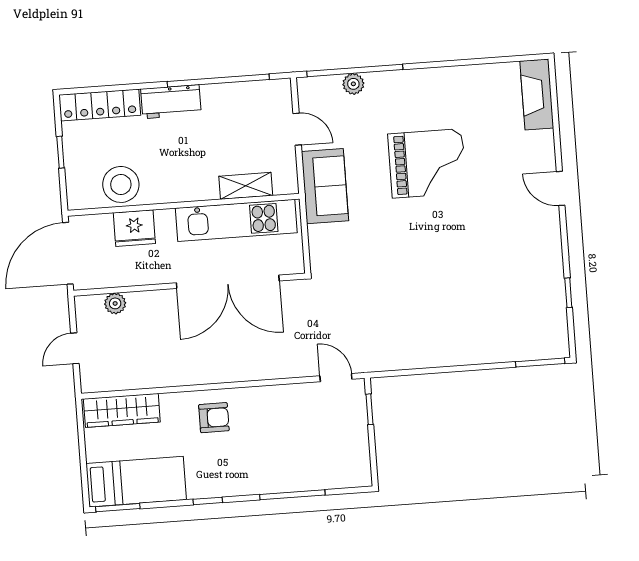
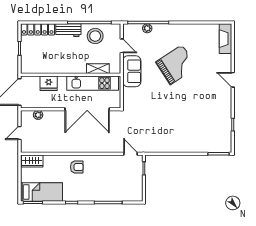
grand piano: (427, 163) -> (176, 65), turned -33
stool: (121, 184) -> (95, 36), moved
wardrobe: (122, 410) -> (32, 161), width x0.67

